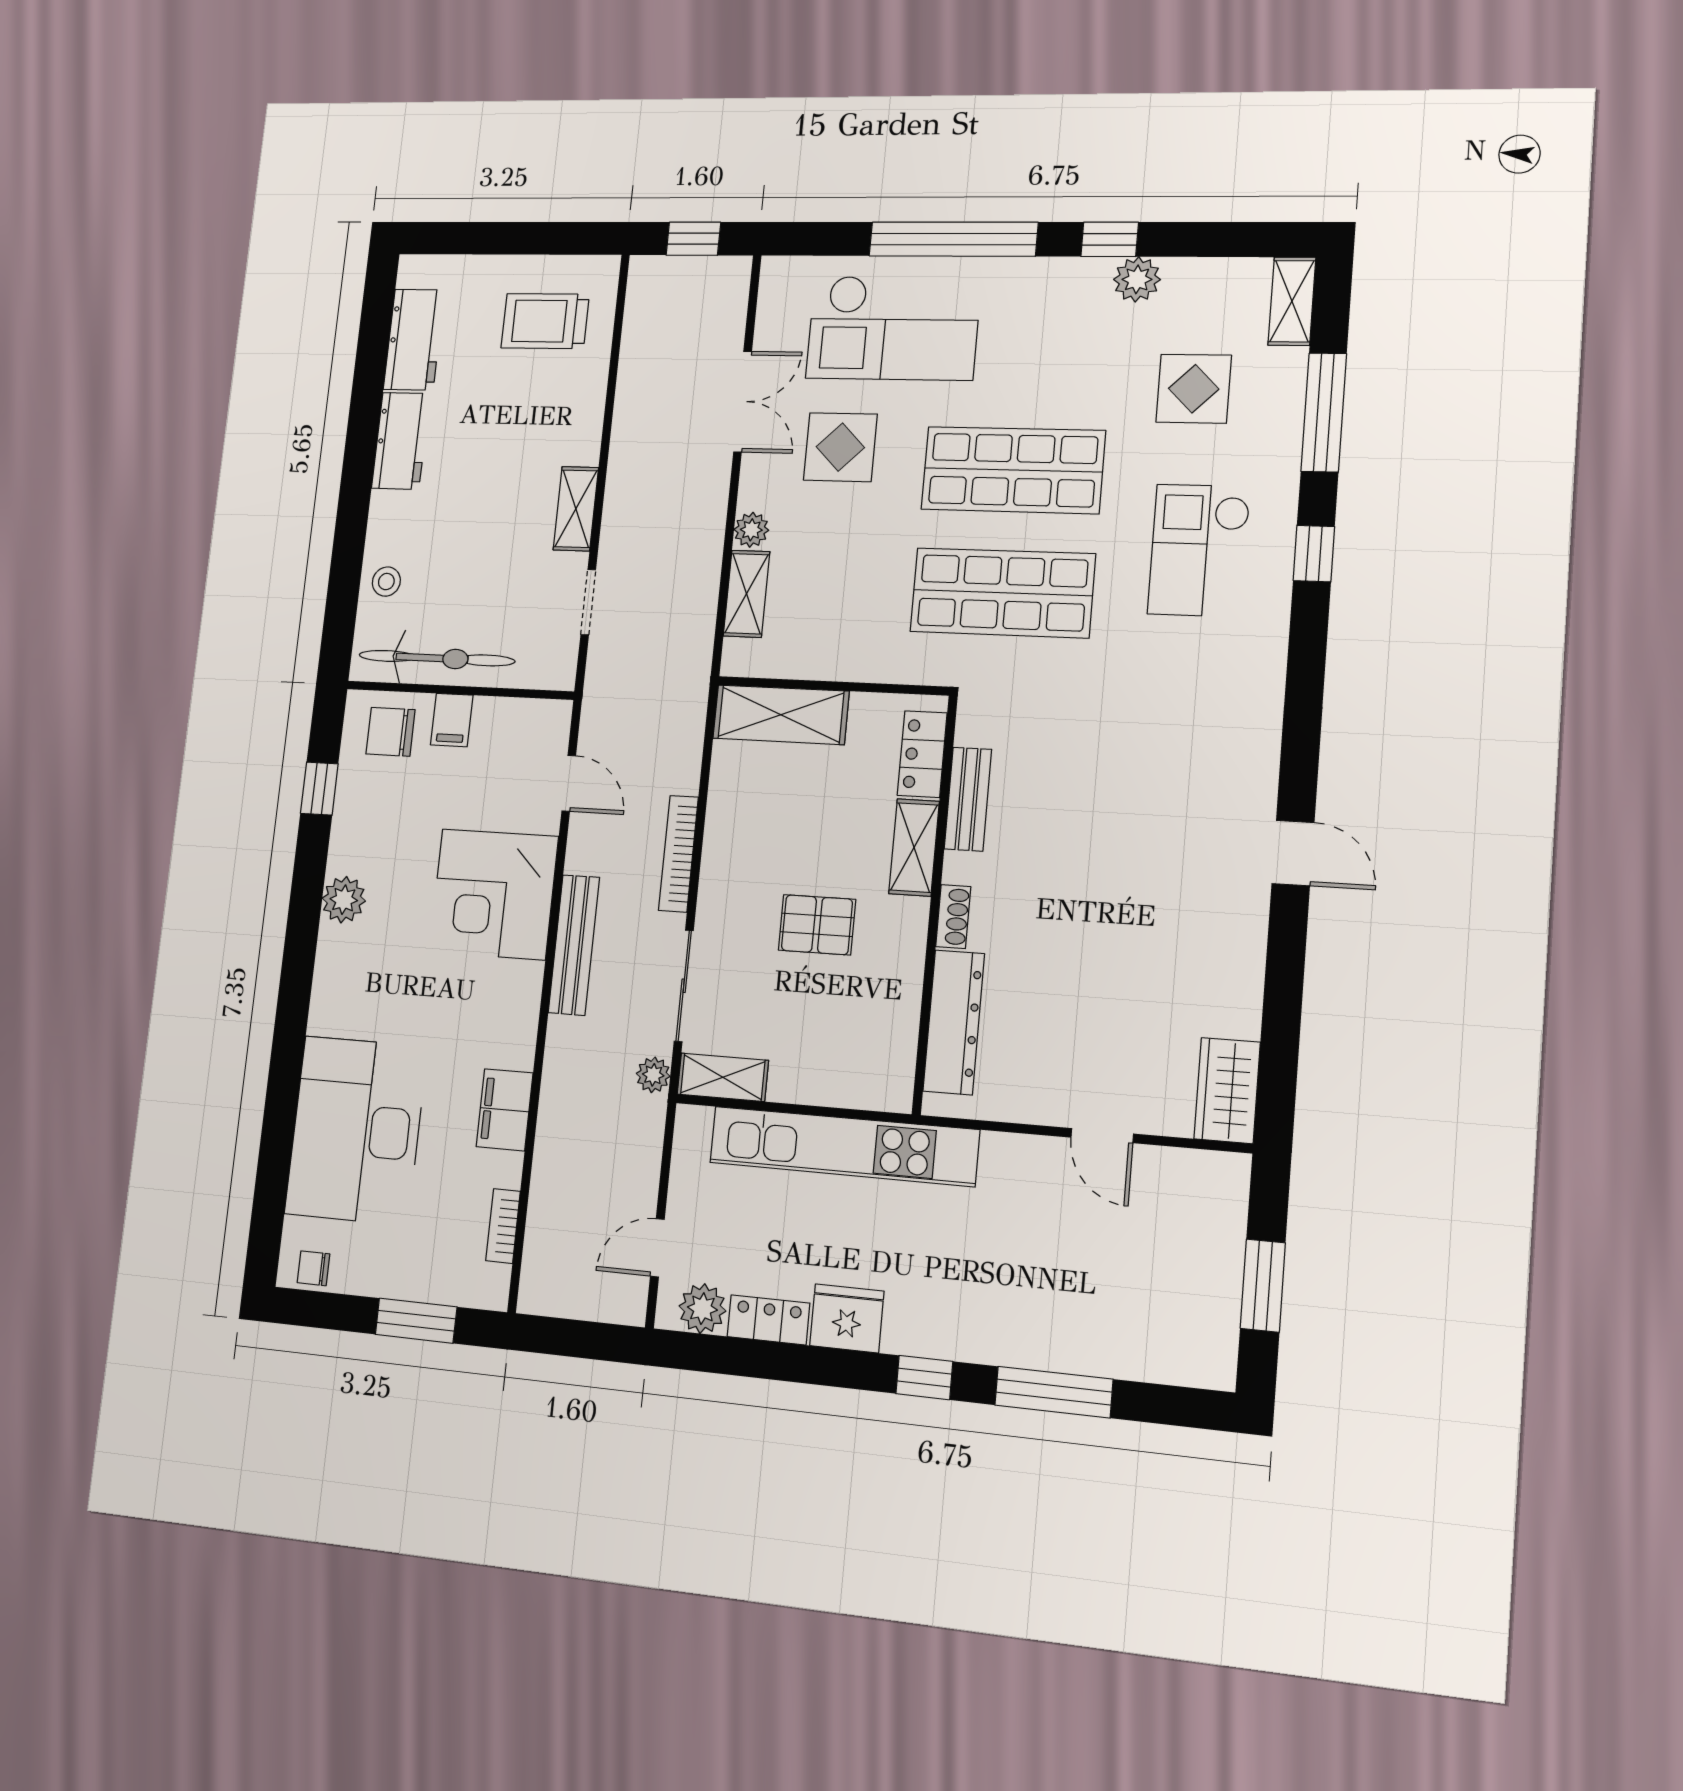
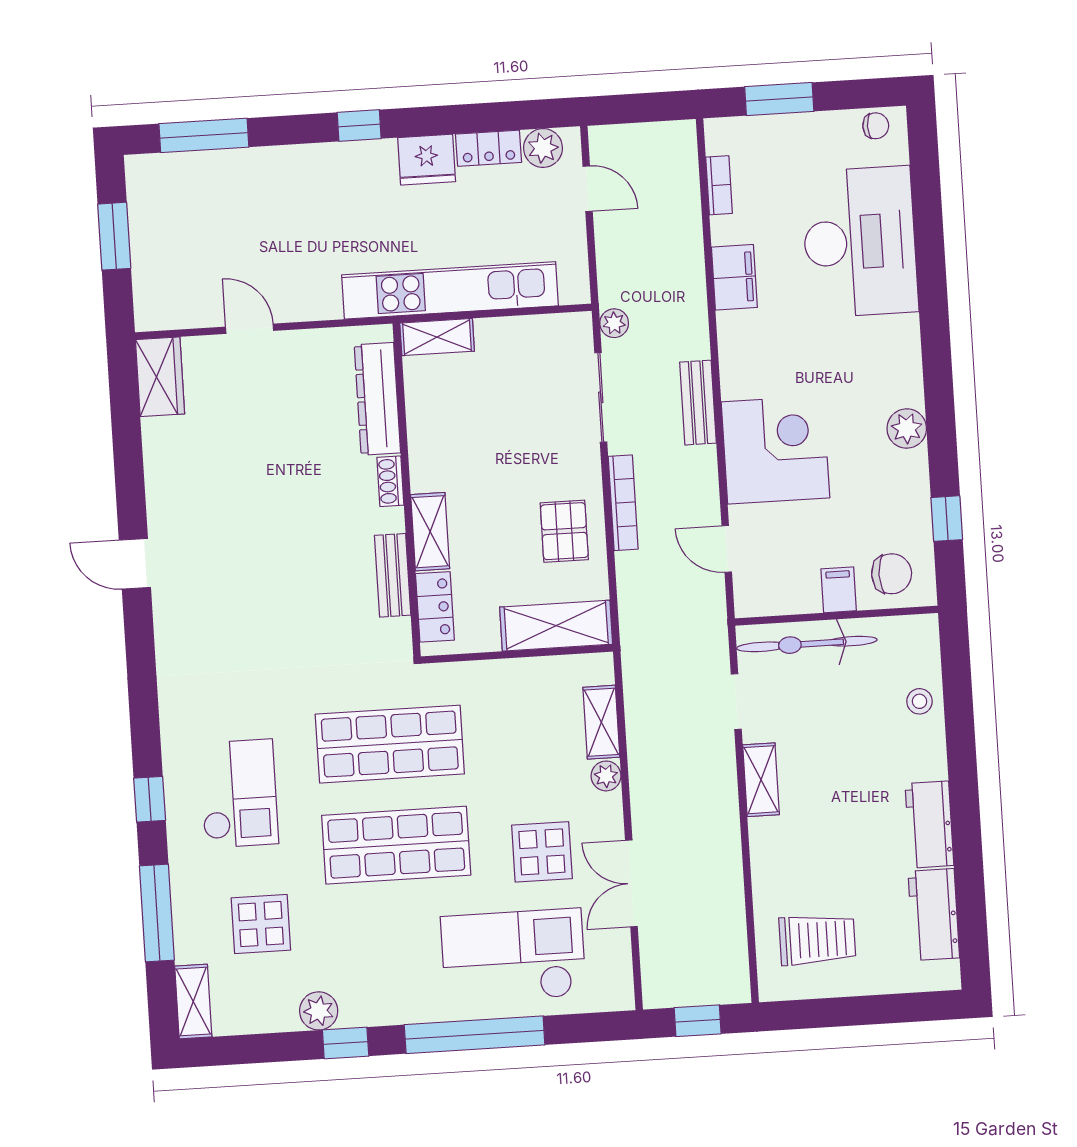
bicycle: (437, 658) -> (807, 644), moved
pallet: (817, 925) -> (564, 531), moved, turned 90
bench: (574, 945) -> (698, 403), width x0.73
shelving: (723, 1077) -> (437, 337), moved
door: (657, 1248) -> (588, 189), hinge flipped
window: (1054, 1392) -> (204, 135), moved

